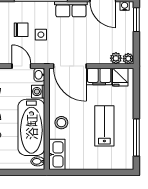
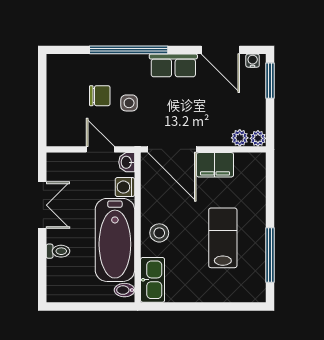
fridge: (120, 77) -> (246, 166), removed

